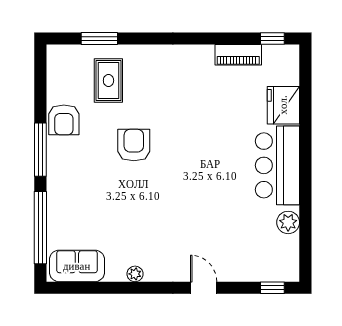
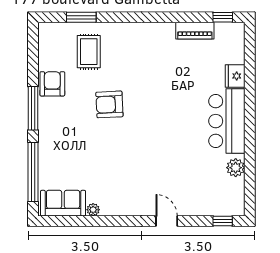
fridge: (283, 105) -> (235, 76), width x0.73, depth x0.75
armchair: (64, 120) -> (52, 84), turned 180
armchair: (134, 145) -> (109, 104), turned -93
plant: (135, 274) -> (93, 210), moved

